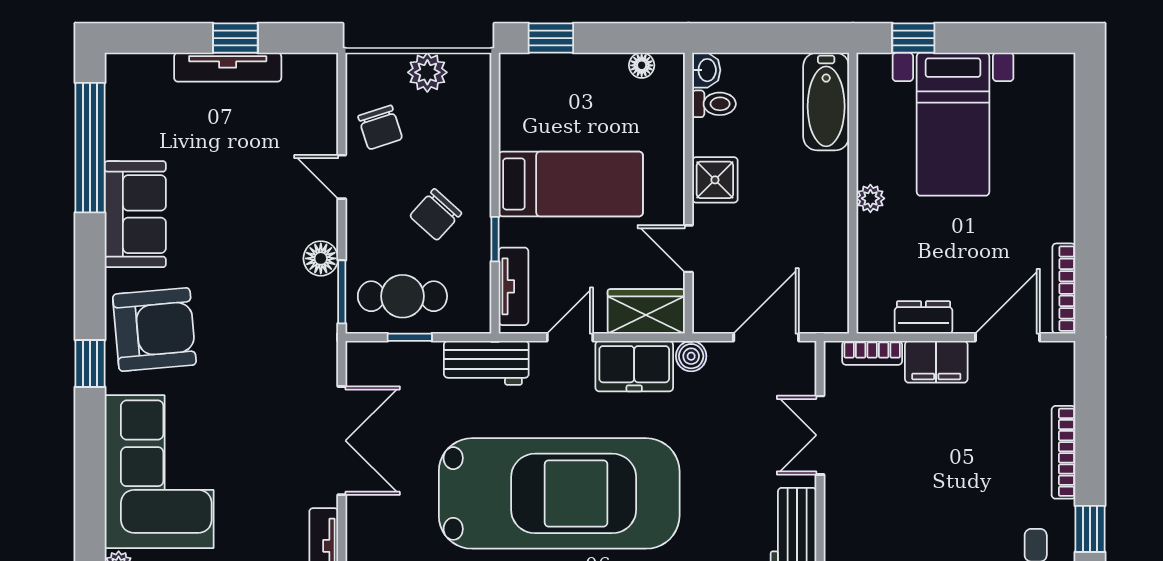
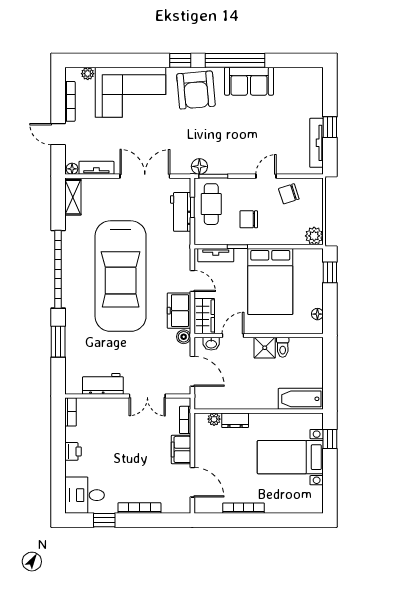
tv unit: (228, 67) -> (317, 143), moved
washbasin: (706, 70) -> (211, 344), moved
plant: (427, 72) -> (314, 236), moved
toilet: (714, 104) -> (283, 347), moved
window: (90, 148) -> (235, 60), moved
bed: (571, 184) -> (270, 281), width x1.50
plant: (870, 198) -> (214, 419), moved
chair: (436, 215) -> (249, 219), turned -42
floor lamp: (321, 258) -> (199, 166), moved
bookcase: (1064, 289) -> (244, 508), moved
dresser: (924, 317) -> (235, 420), moved, turned 90
workbench: (486, 363) -> (181, 212), moved
double door: (820, 435) -> (147, 396), swing flipped
double door: (342, 441) -> (145, 176), swing flipped

